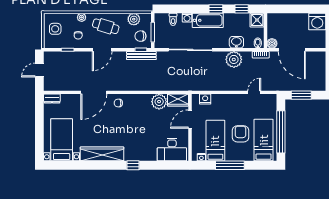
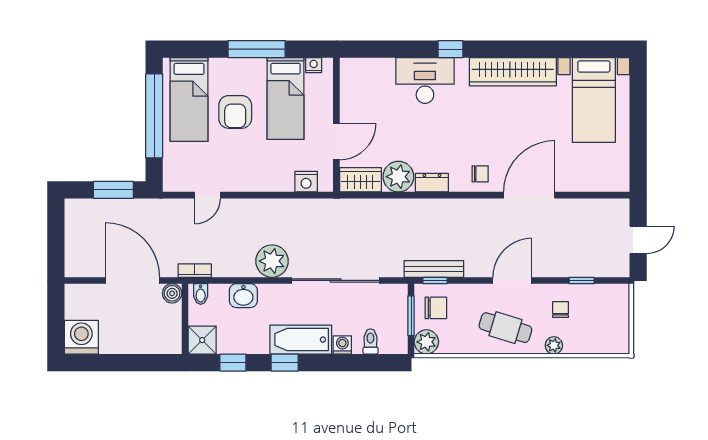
plant: (134, 19) -> (426, 342), moved
side table: (55, 29) -> (607, 322), removed
plant: (234, 59) -> (272, 261), moved
dresser: (52, 99) -> (432, 183), moved
desk: (172, 150) -> (425, 81), moved

